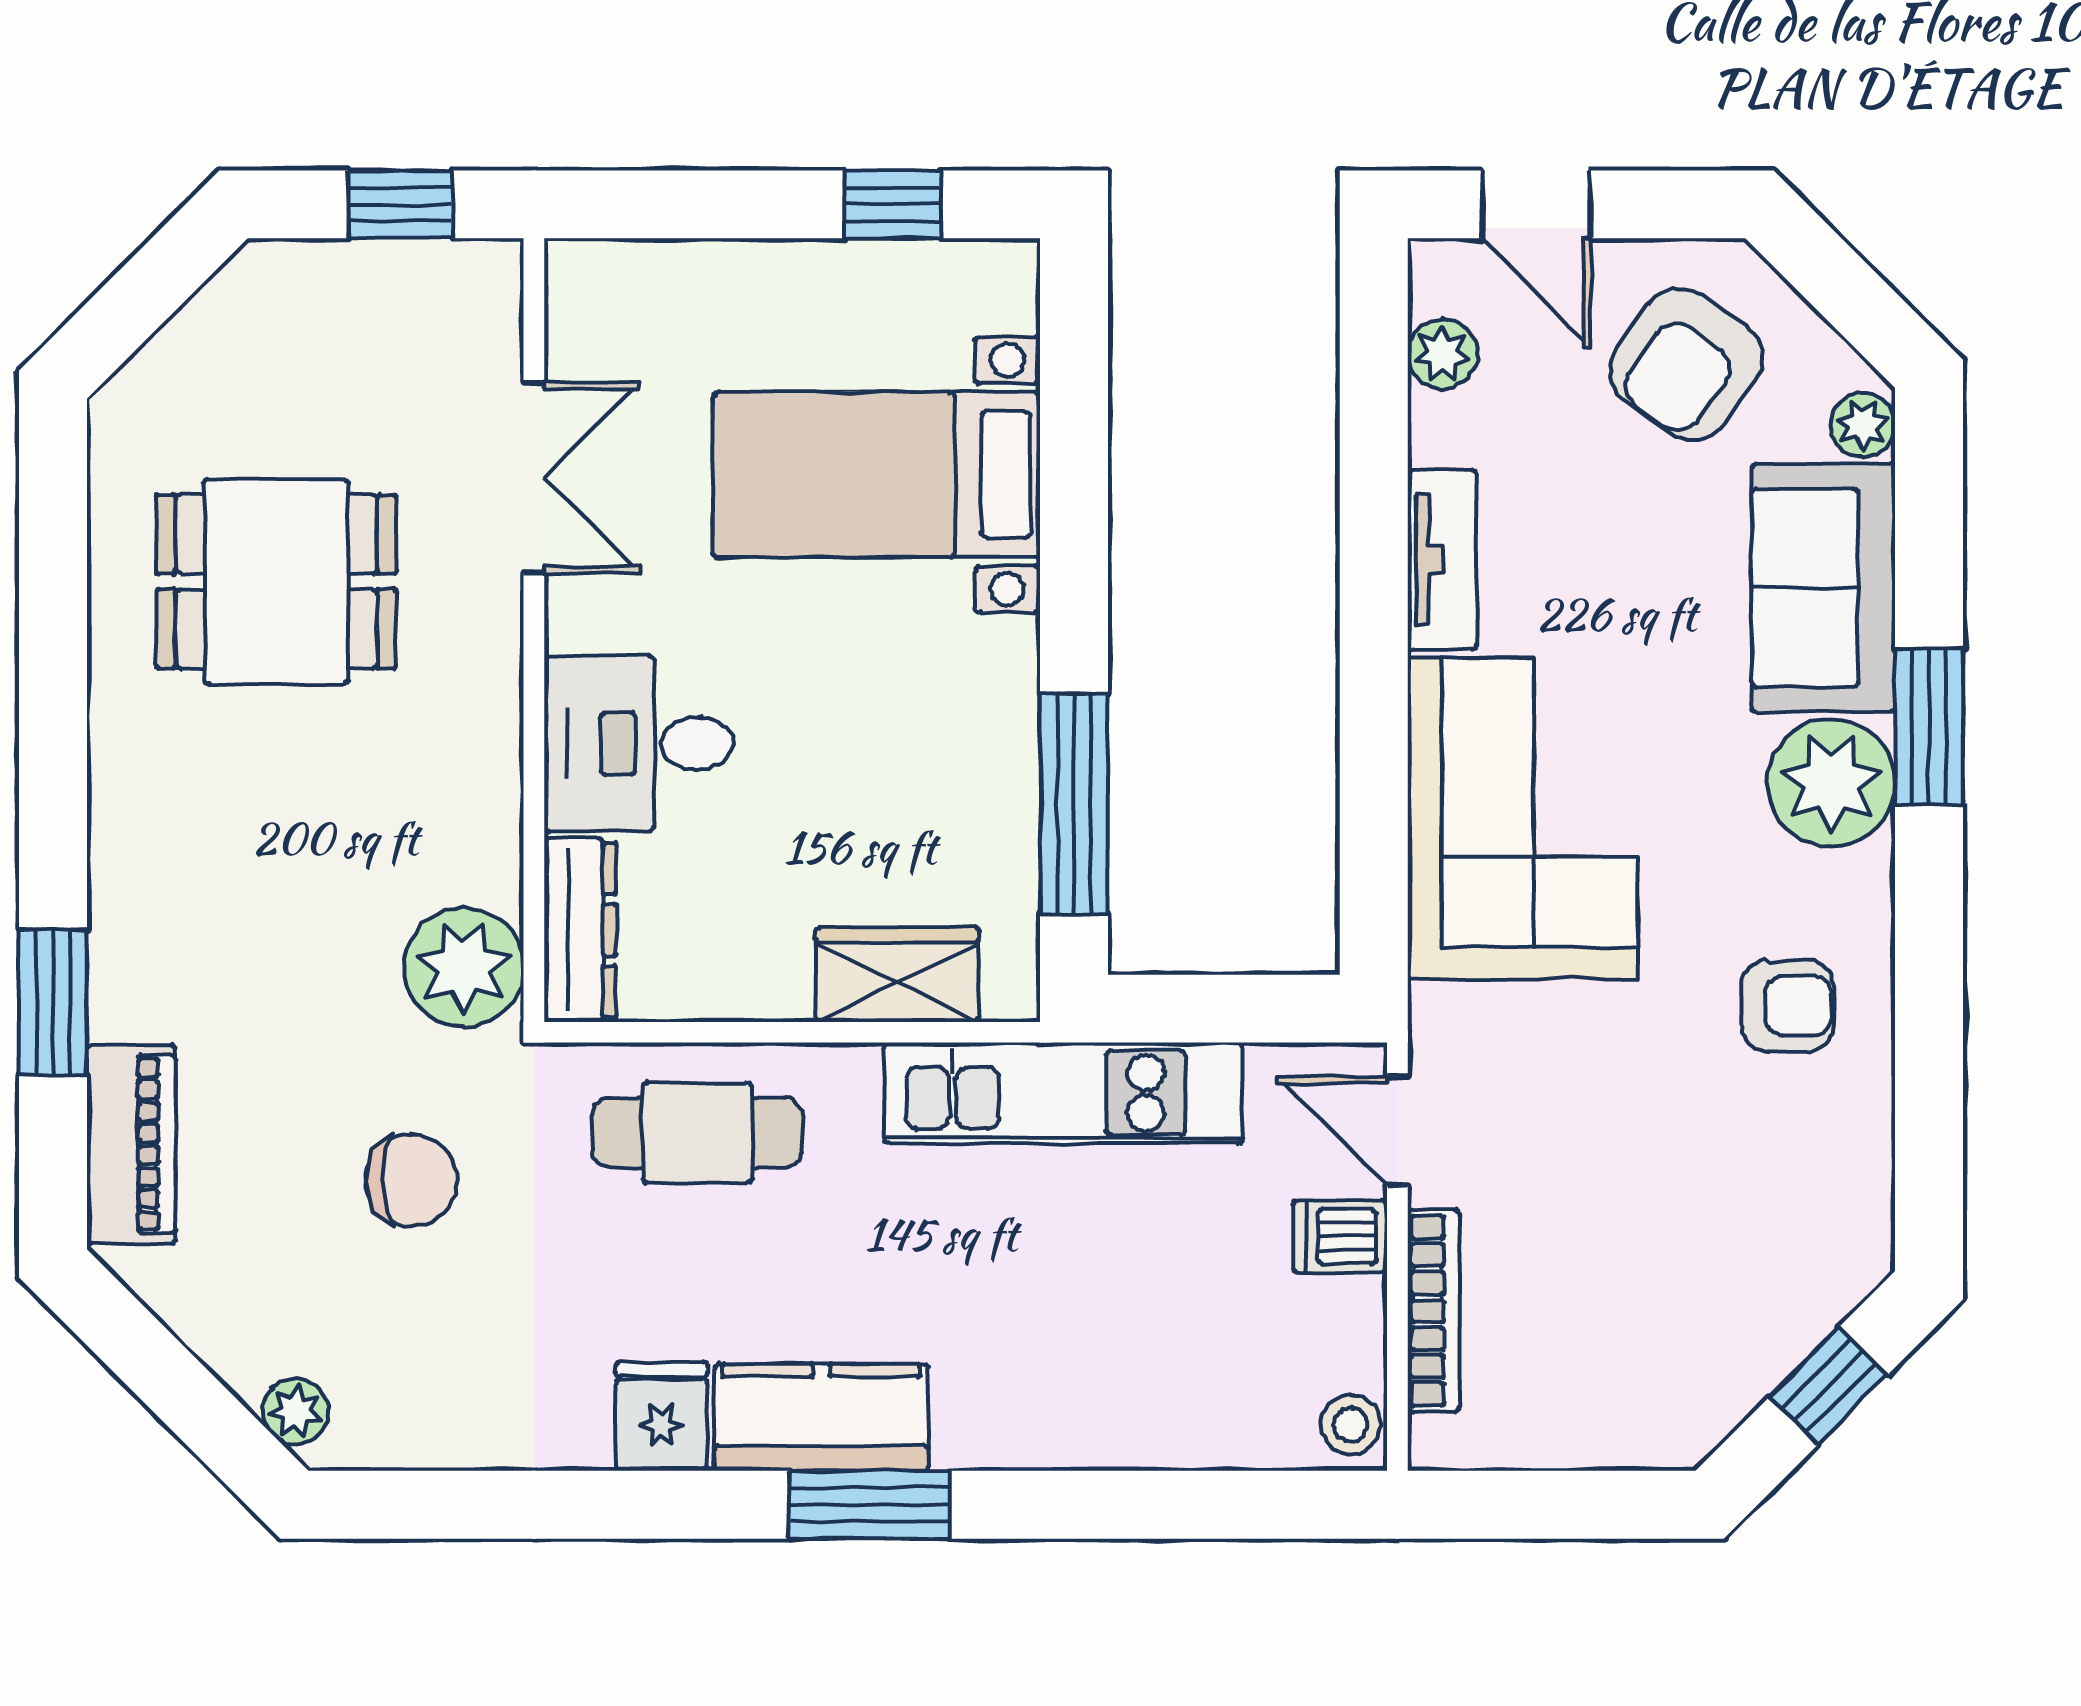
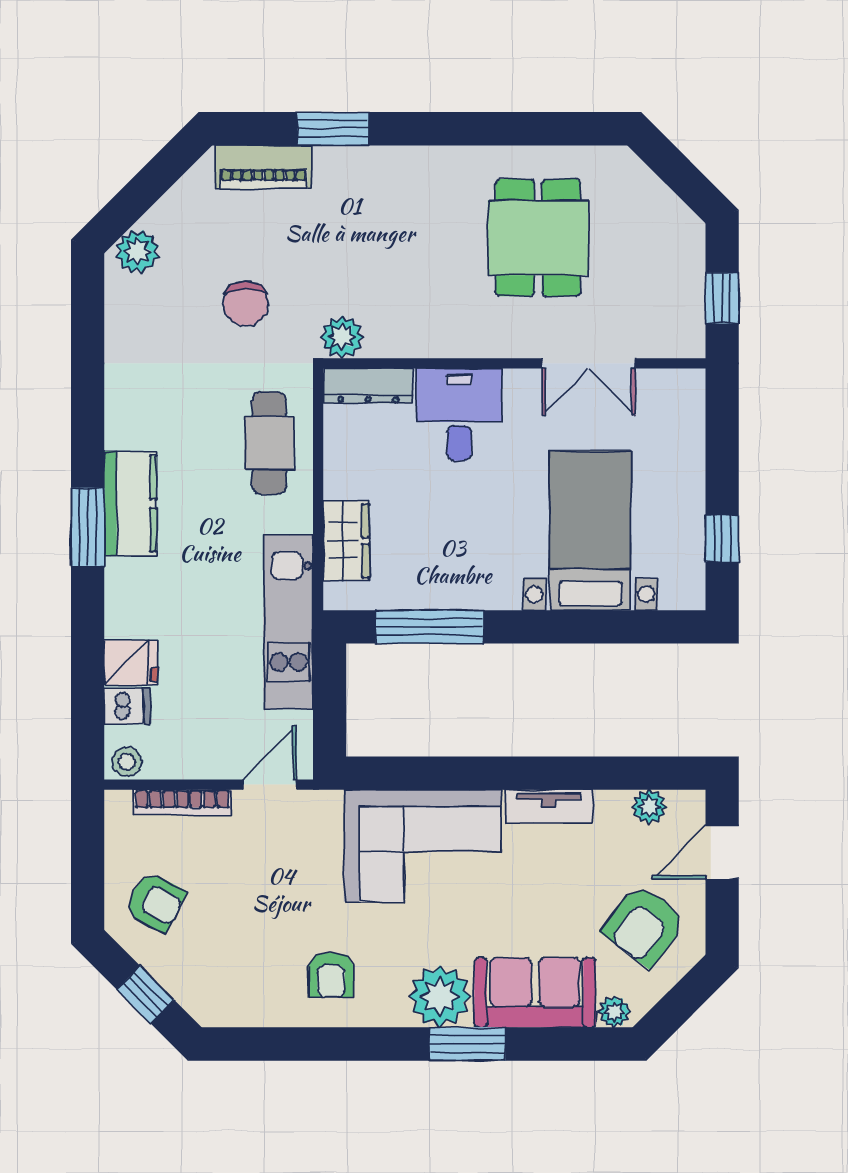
armchair: (1686, 364) -> (644, 926), turned -88
plant: (464, 967) -> (342, 337), width x0.73, depth x0.73
dishwasher: (1340, 1237) -> (127, 706), moved, turned 90
armchair: (1638, 1366) -> (155, 902), added
plant: (296, 1411) -> (137, 251), width x1.38, depth x1.38
fridge: (662, 1416) -> (131, 663), moved

